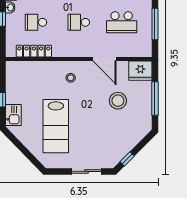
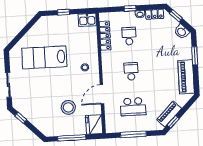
school desk: (122, 22) -> (133, 107), turned -90
kitchen sink: (13, 115) -> (87, 20), moved

